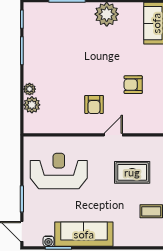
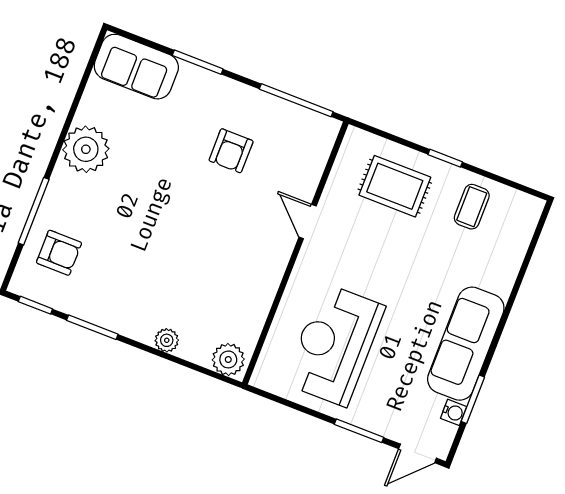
armchair: (94, 104) -> (59, 253), moved
plant: (32, 105) -> (228, 359), moved
rug: (132, 172) -> (395, 186), moved, turned 90

